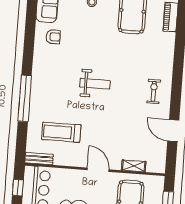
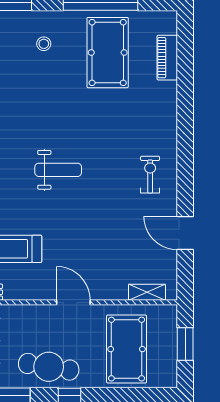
shelving: (134, 166) -> (147, 292), moved

